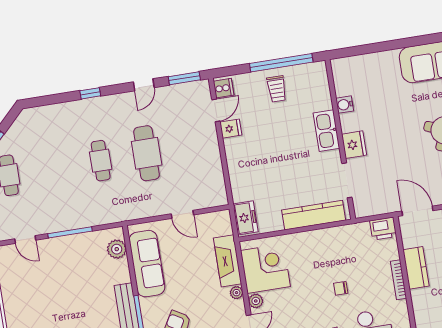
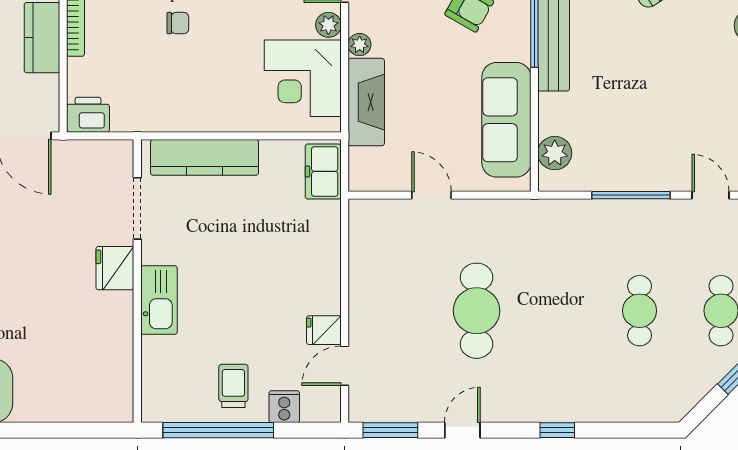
cooker: (224, 88) -> (284, 407), moved, turned 90
water cooler: (345, 105) -> (120, 340), removed
cafe table: (101, 161) -> (640, 311), moved

